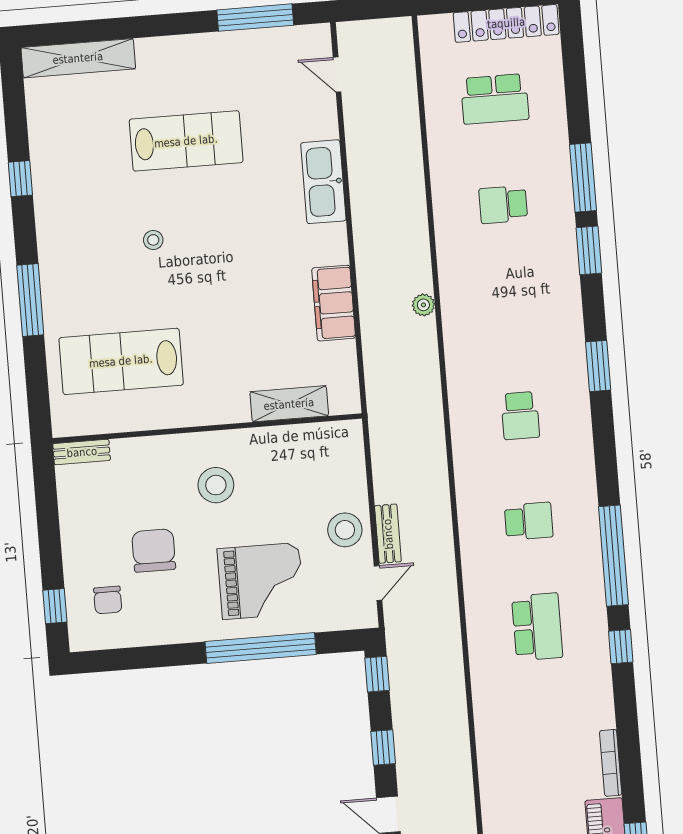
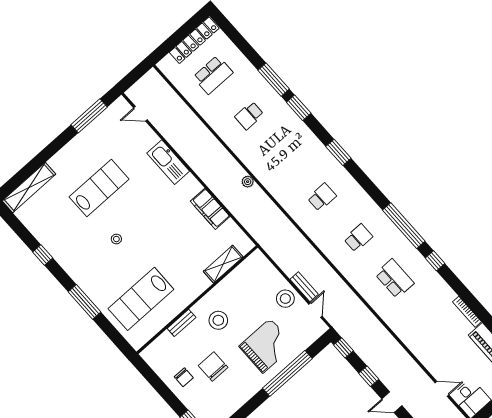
school desk: (520, 416) -> (322, 197), turned -90
bench: (82, 452) -> (182, 323), moved
chair: (108, 600) -> (184, 377), moved

